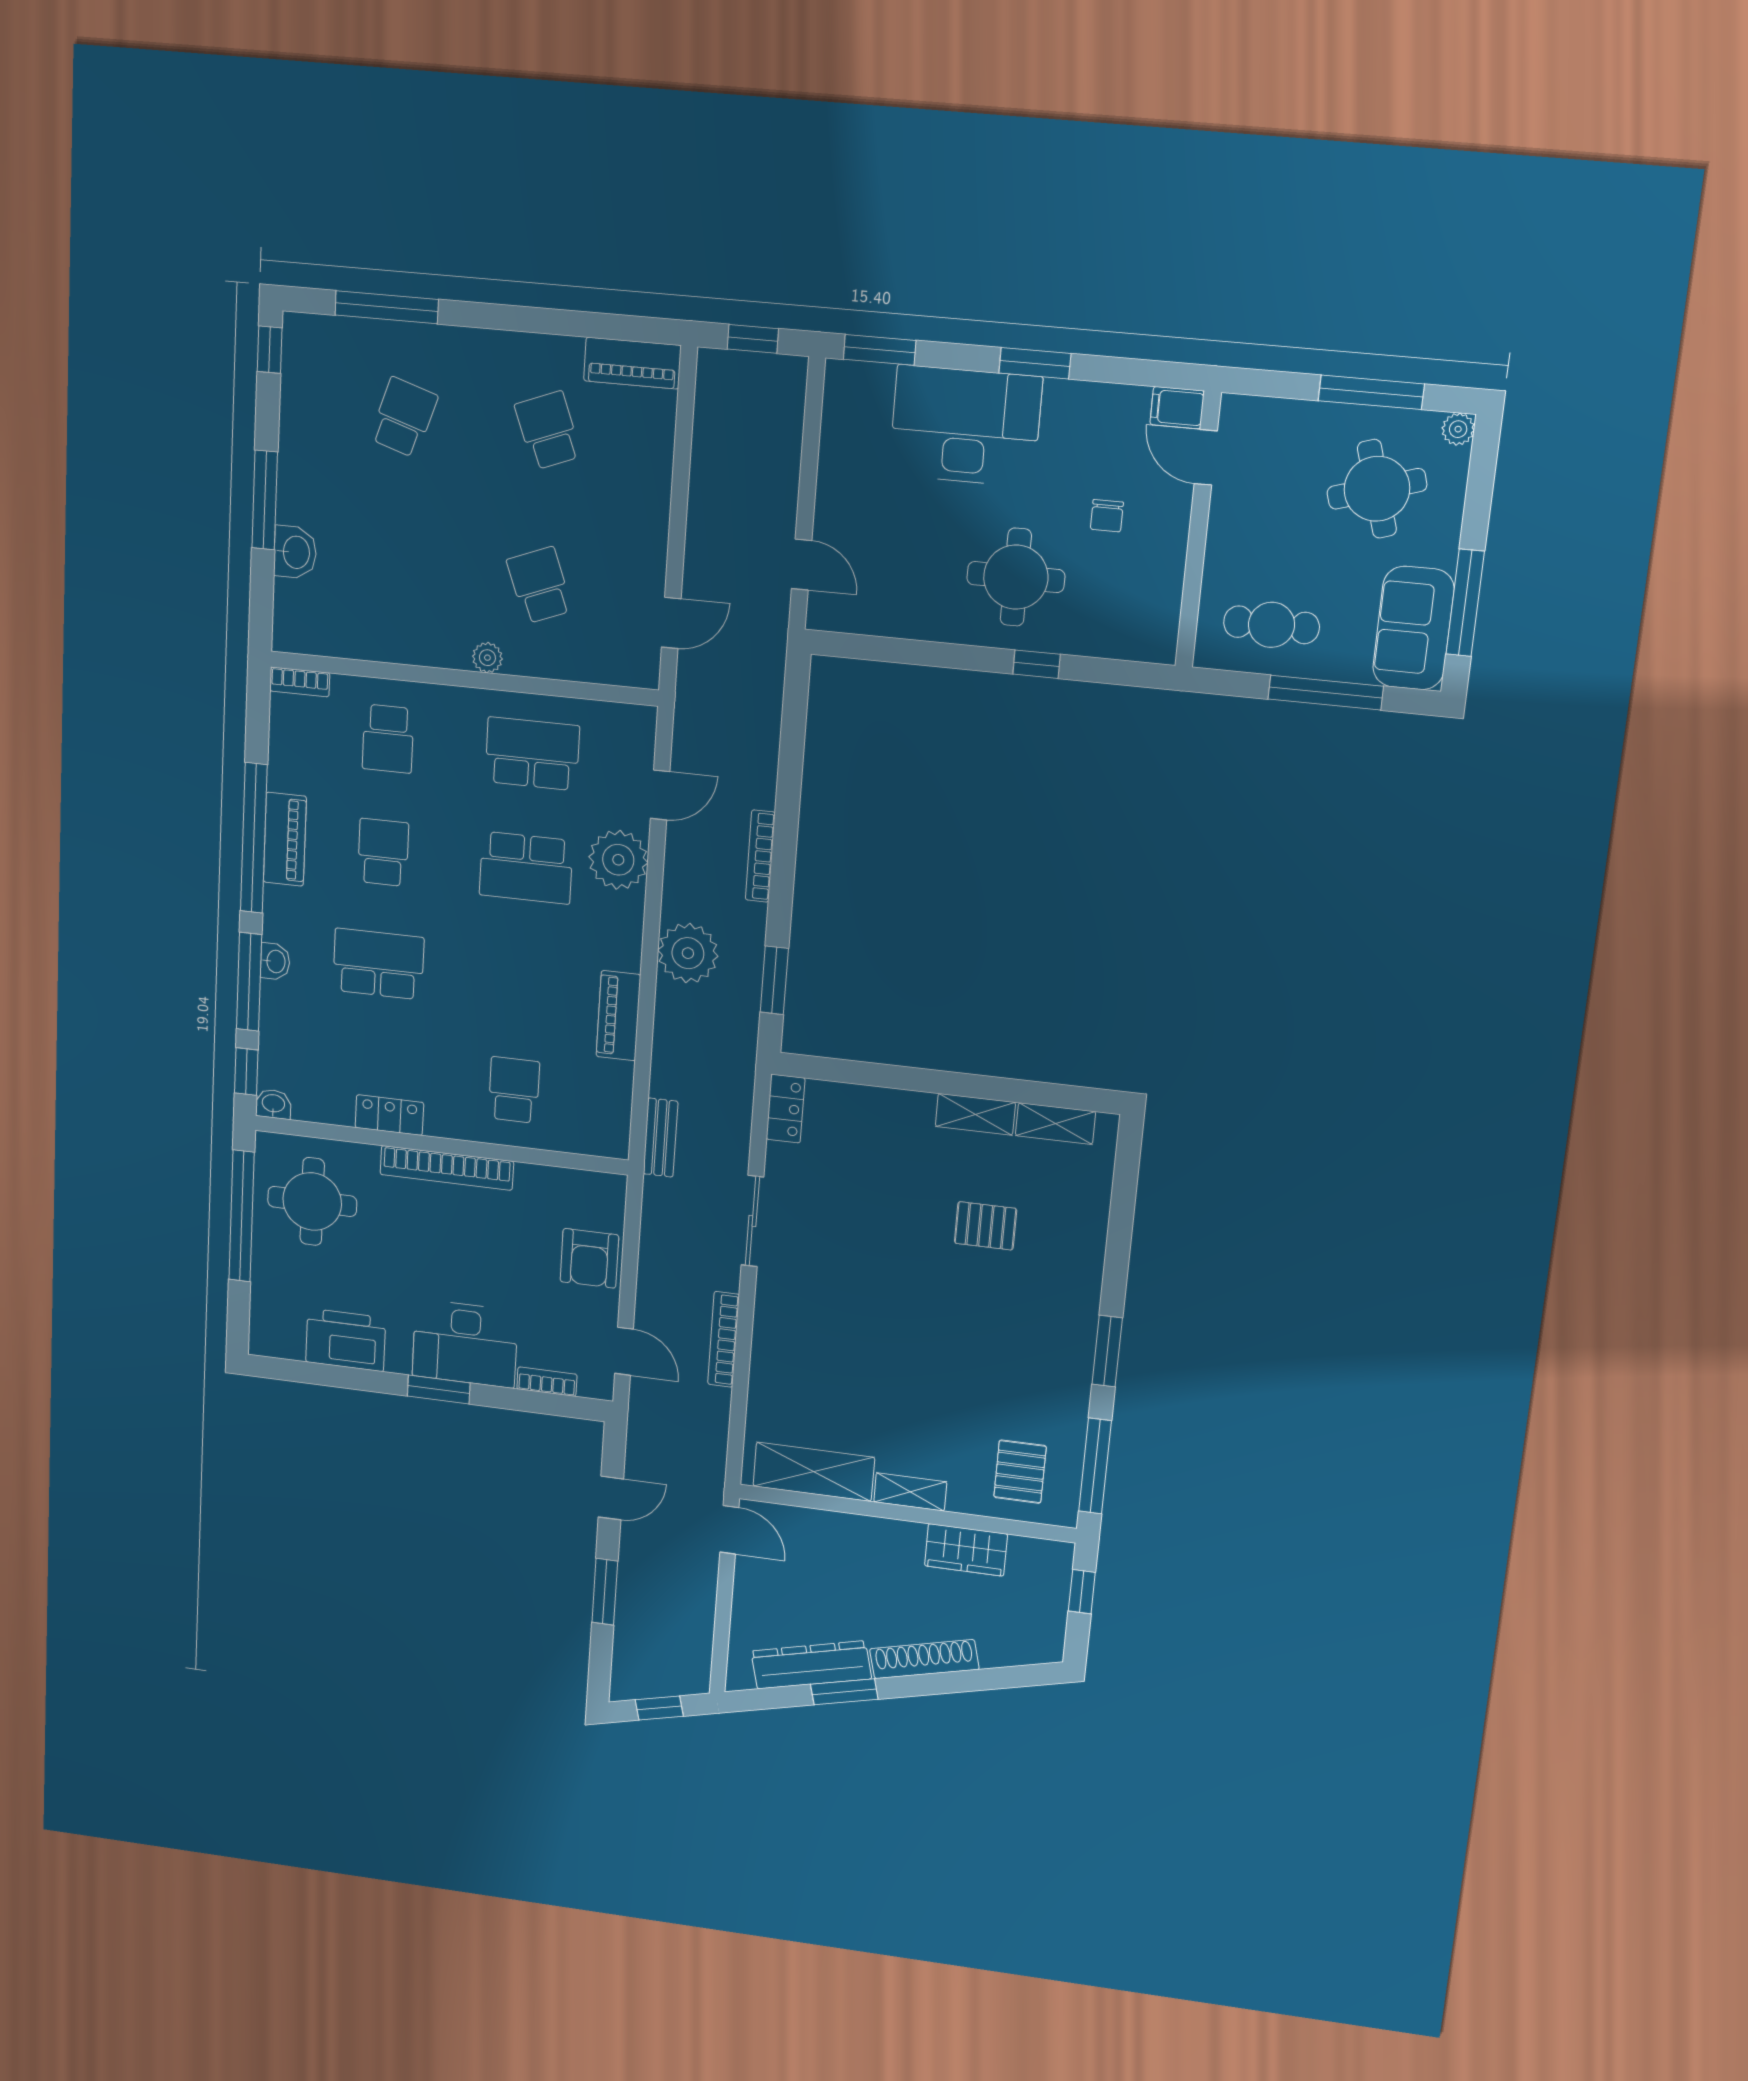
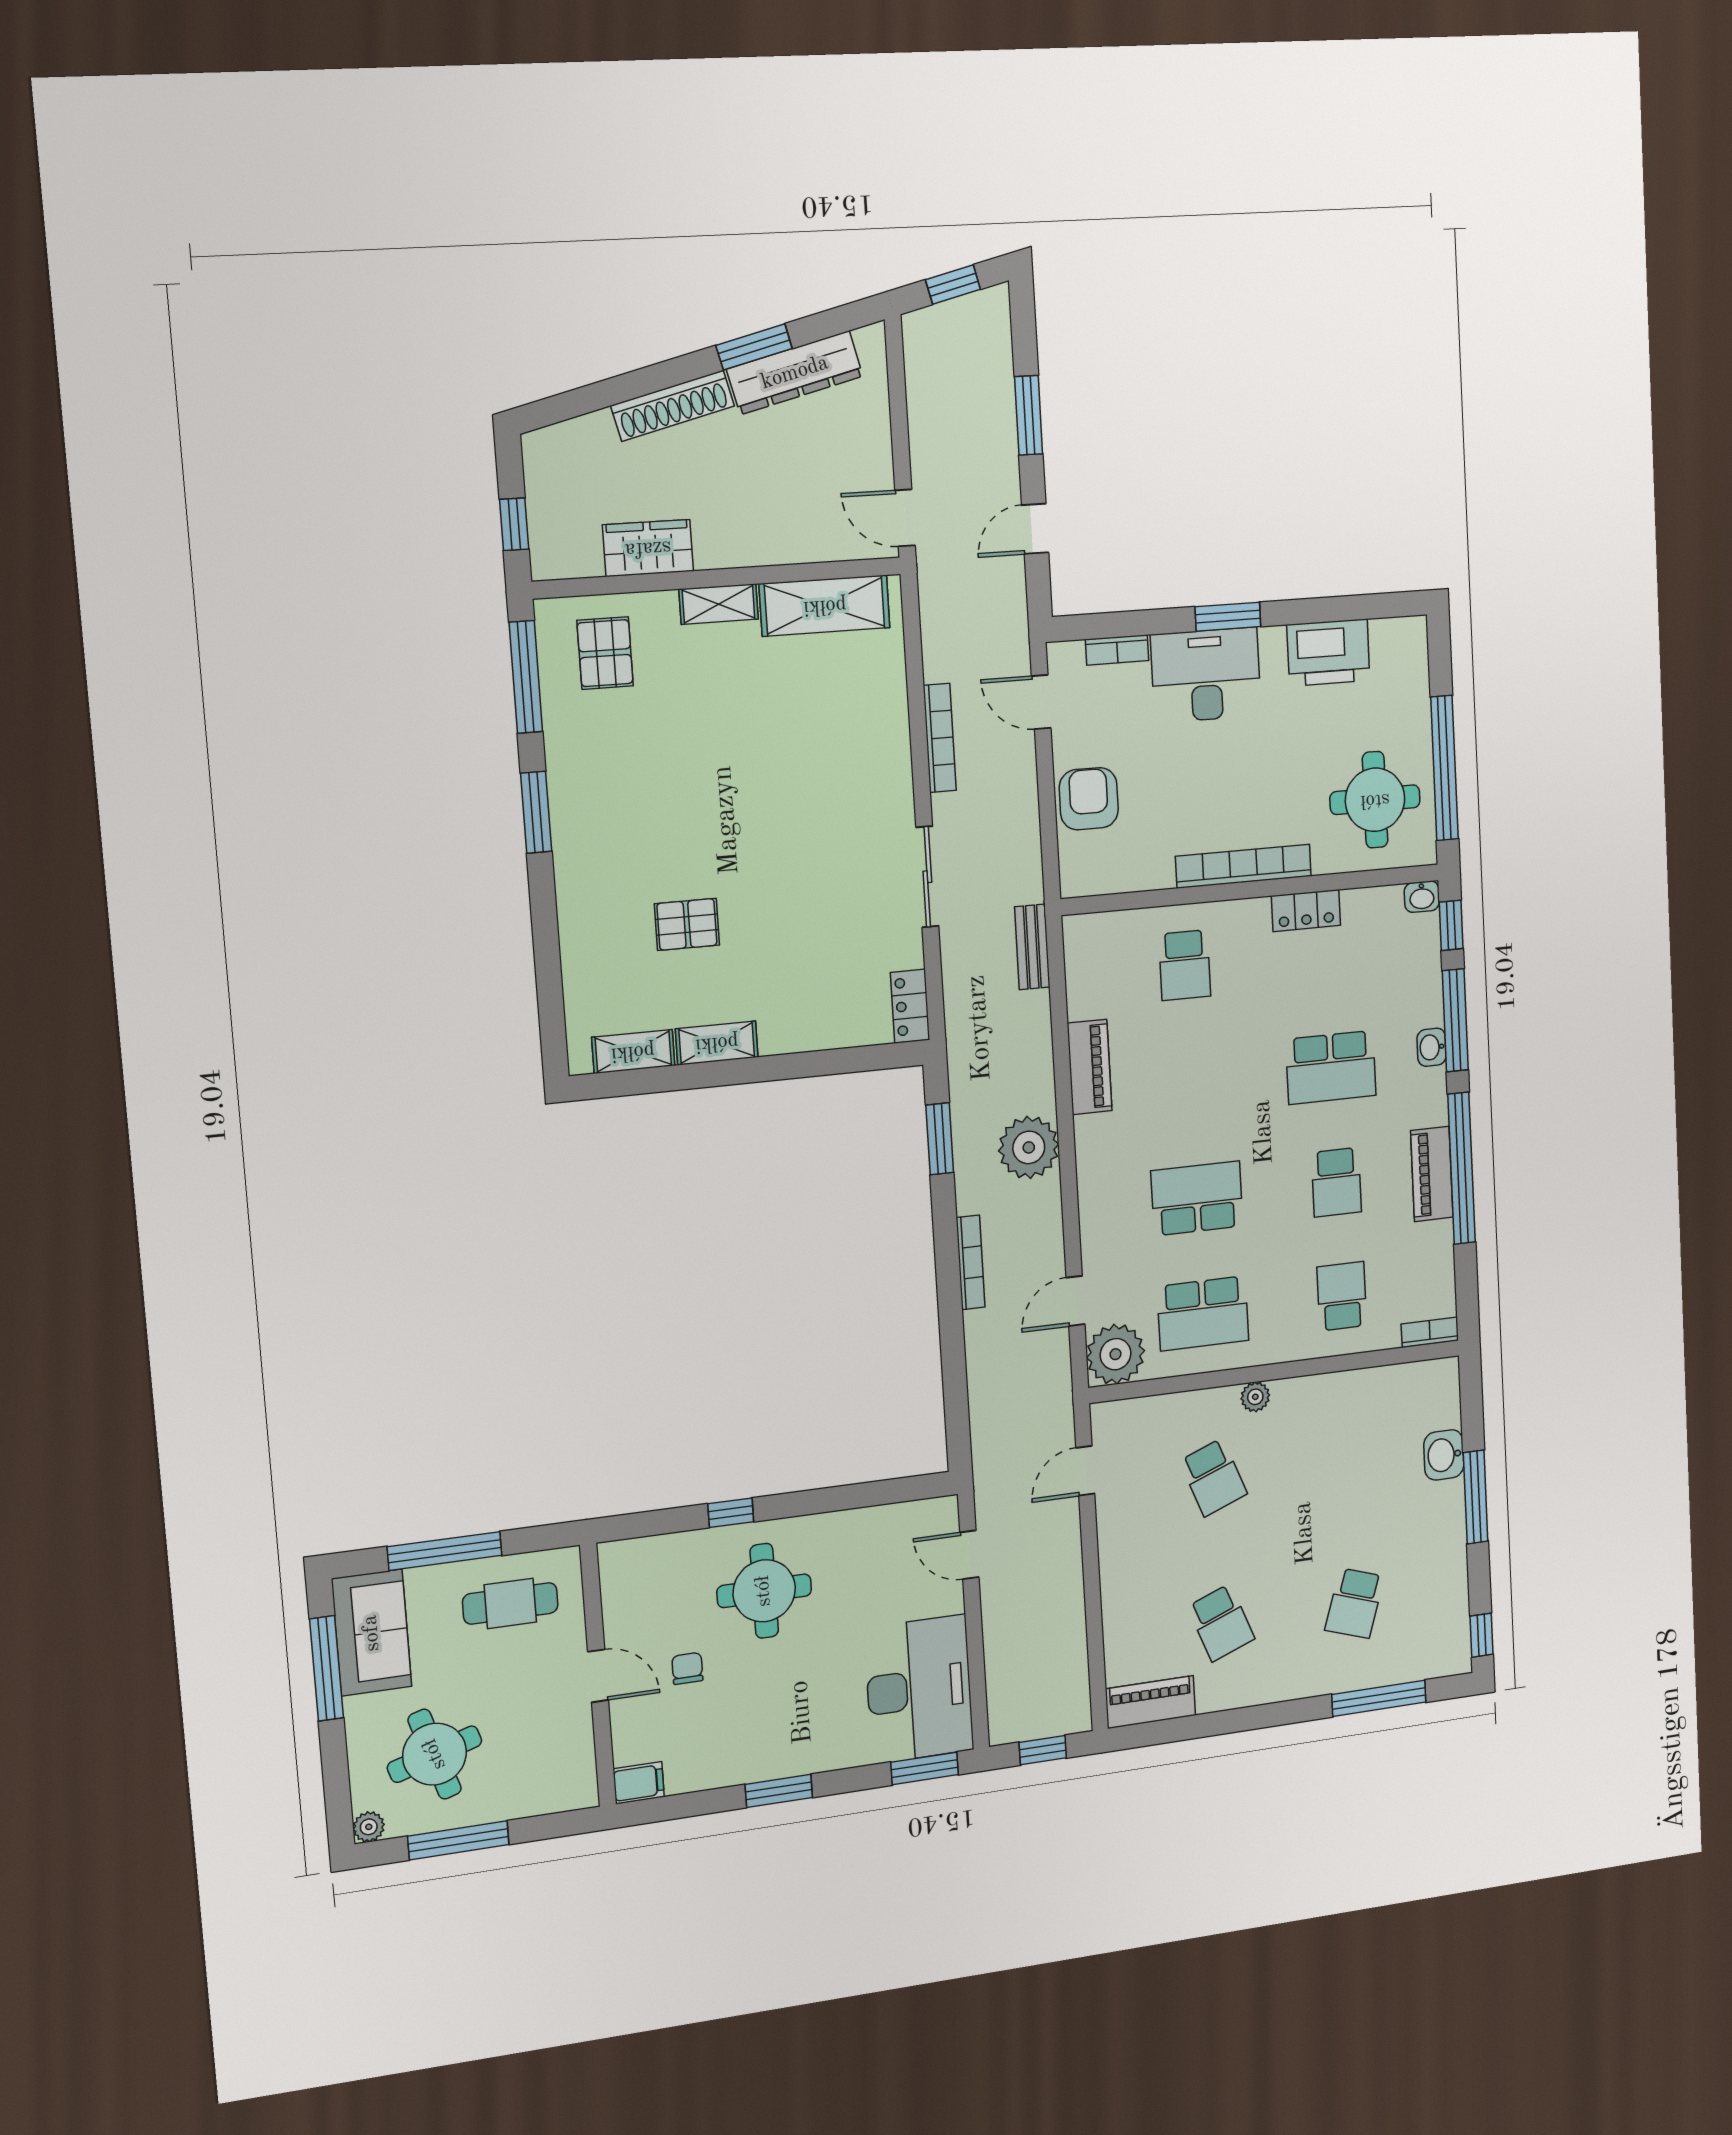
desk: (965, 426) -> (919, 1689), moved, turned -90
door: (1206, 457) -> (598, 1676), moved
plant: (618, 860) -> (1116, 1354), moved

